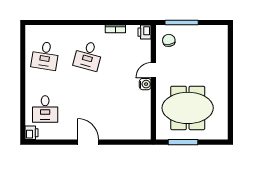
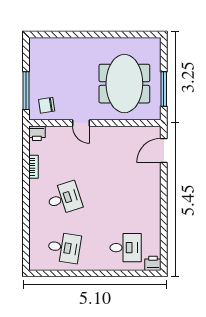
desk: (88, 56) -> (64, 198), turned -33
water cooler: (145, 84) -> (97, 132), removed
door: (88, 142) -> (164, 151), moved

